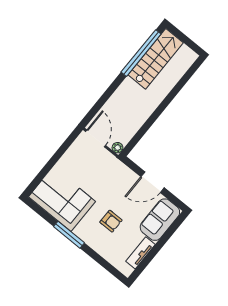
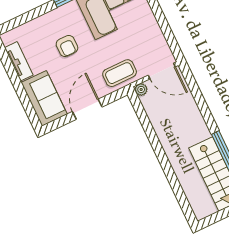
coffee table: (113, 170) -> (120, 73), added
armchair: (111, 221) -> (67, 46), turned -90

